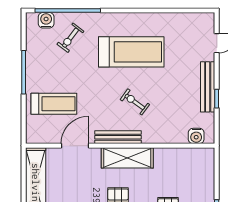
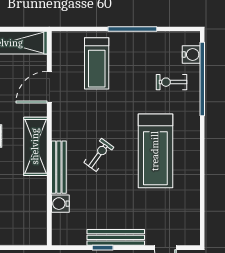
exercise bike: (70, 38) -> (171, 82), turned -37
water cooler: (196, 136) -> (60, 204), moved
bench: (118, 137) -> (59, 167), moved
door: (75, 146) -> (49, 87), swing flipped

